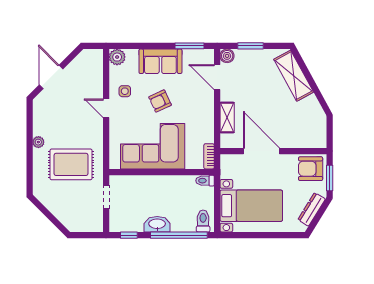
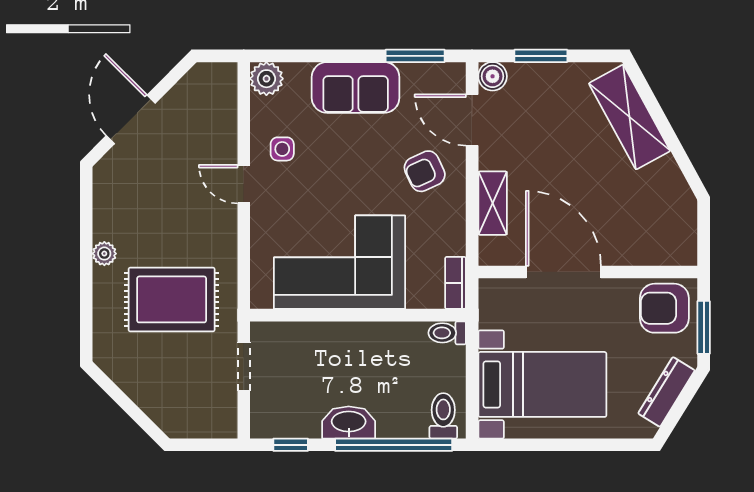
armchair: (160, 101) -> (425, 171), moved

